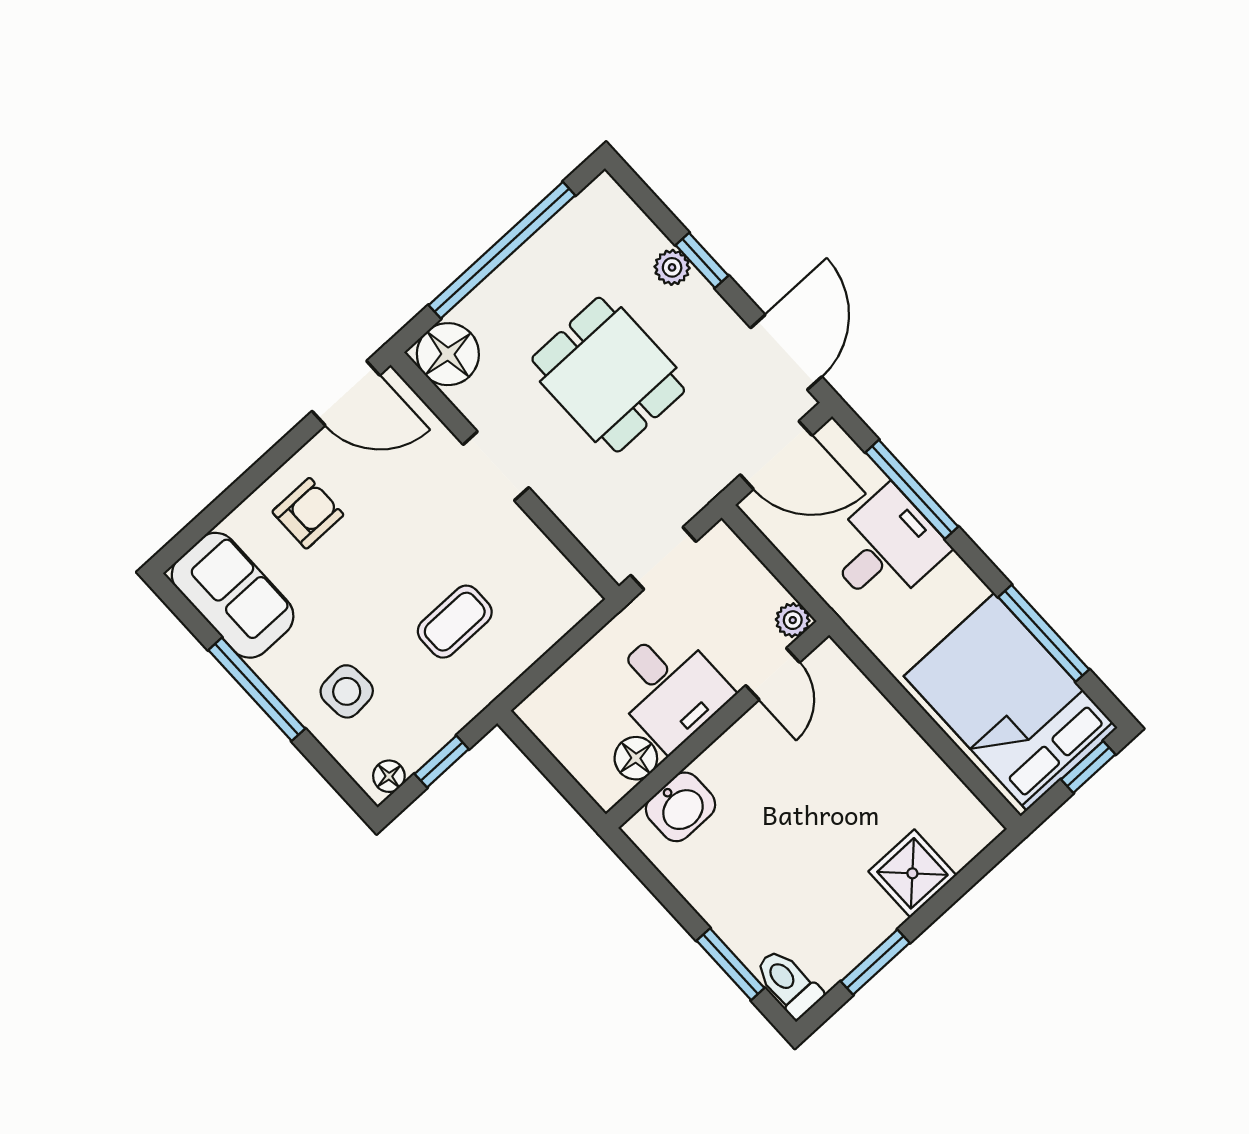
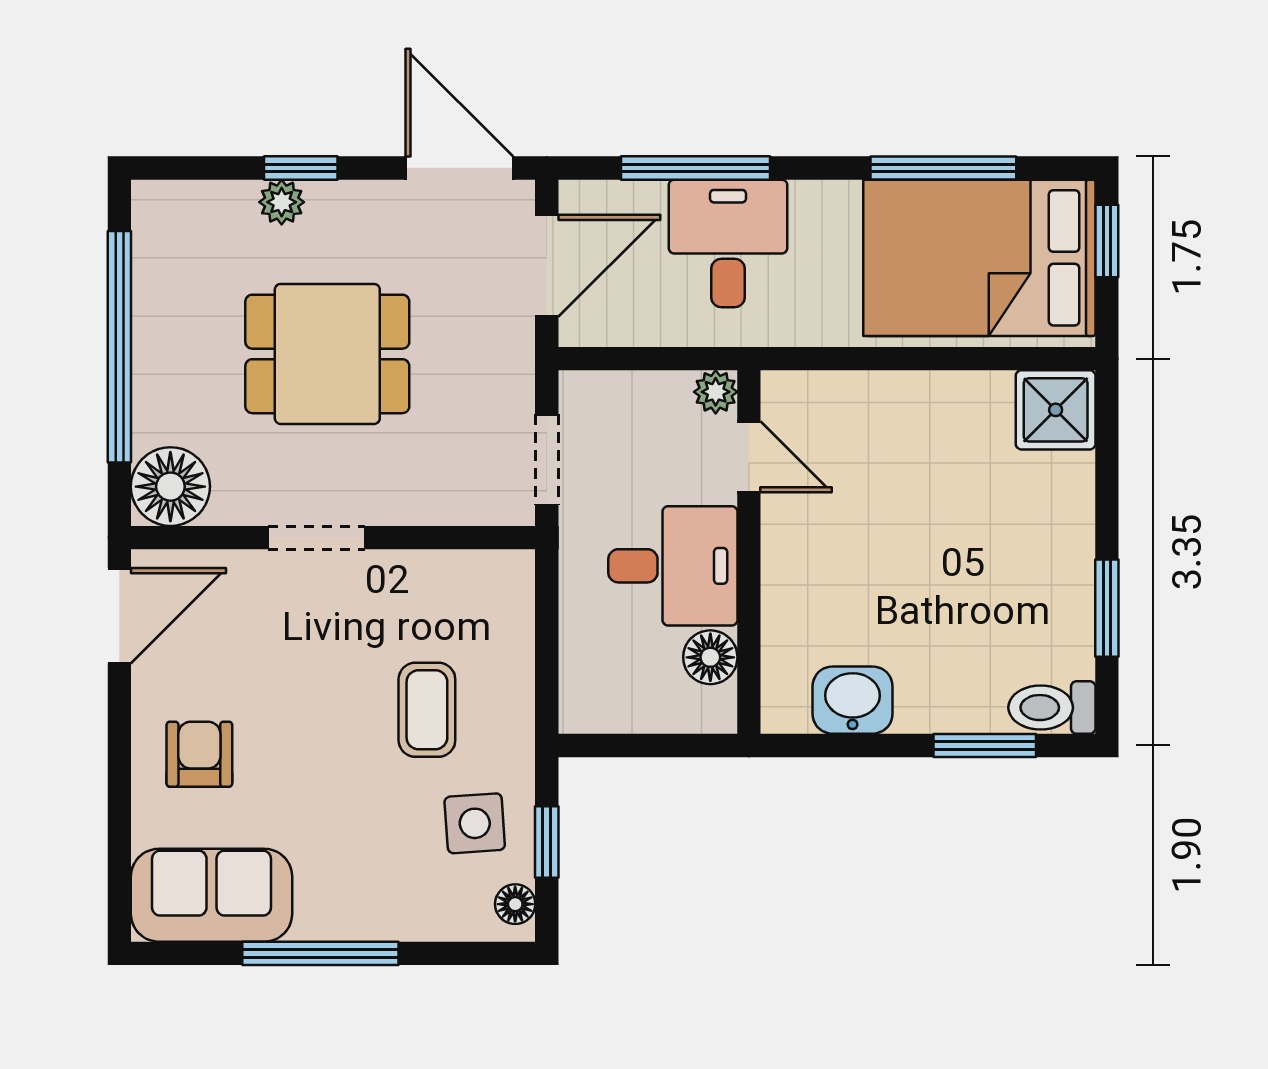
side table: (347, 691) -> (475, 823), moved
washbasin: (681, 807) -> (853, 700), moved, turned -90
shower: (912, 873) -> (1056, 410), moved

